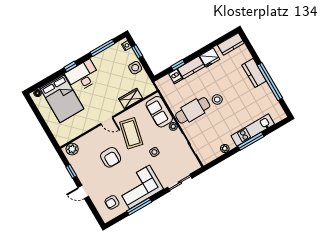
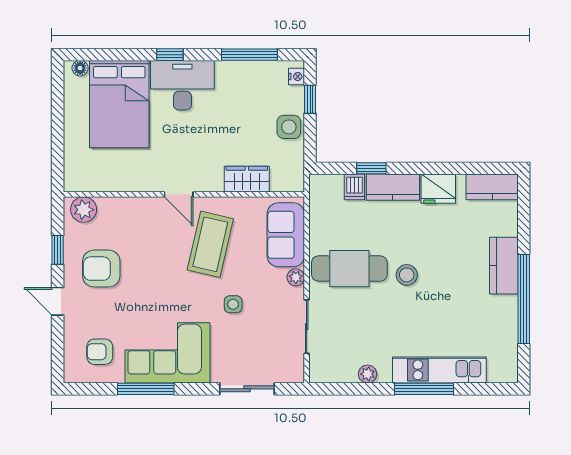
armchair: (111, 157) -> (101, 269), moved, turned 90

